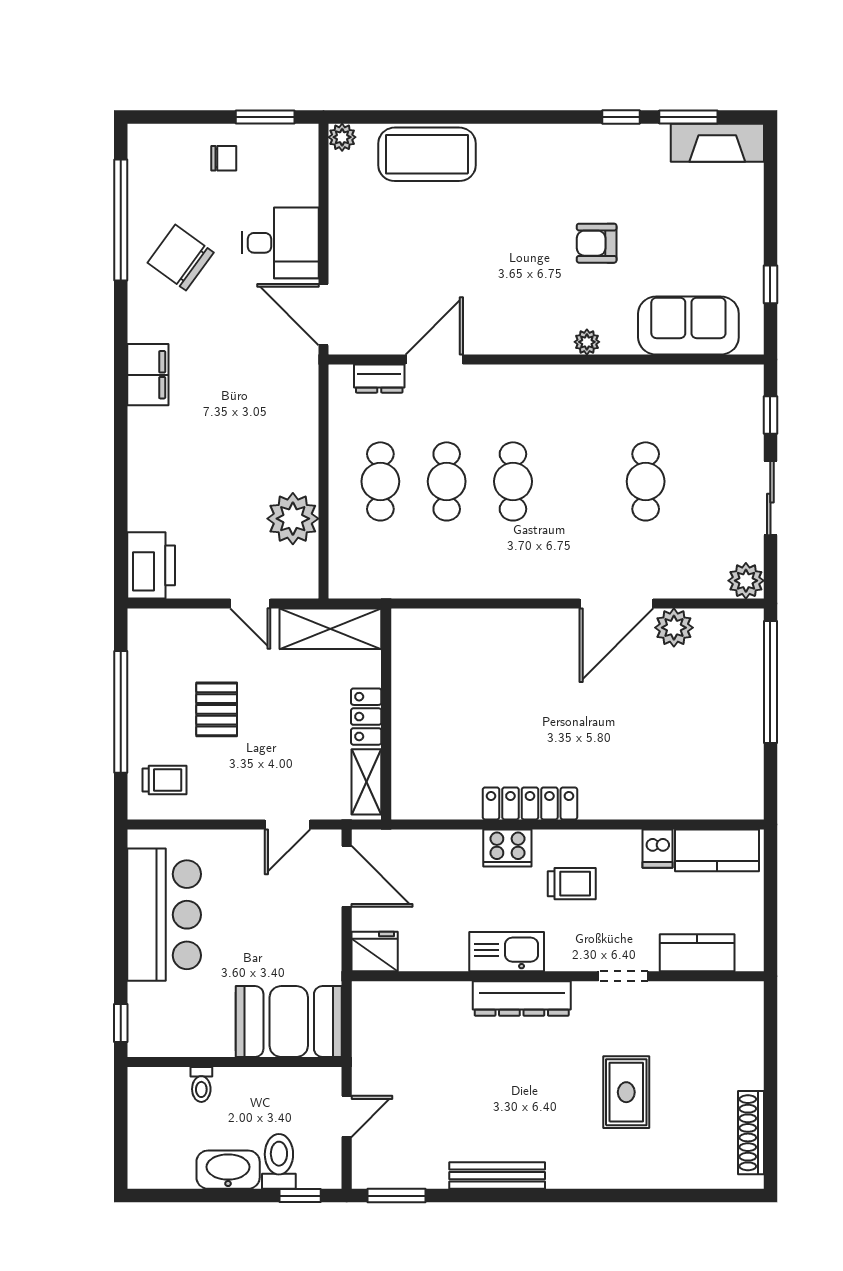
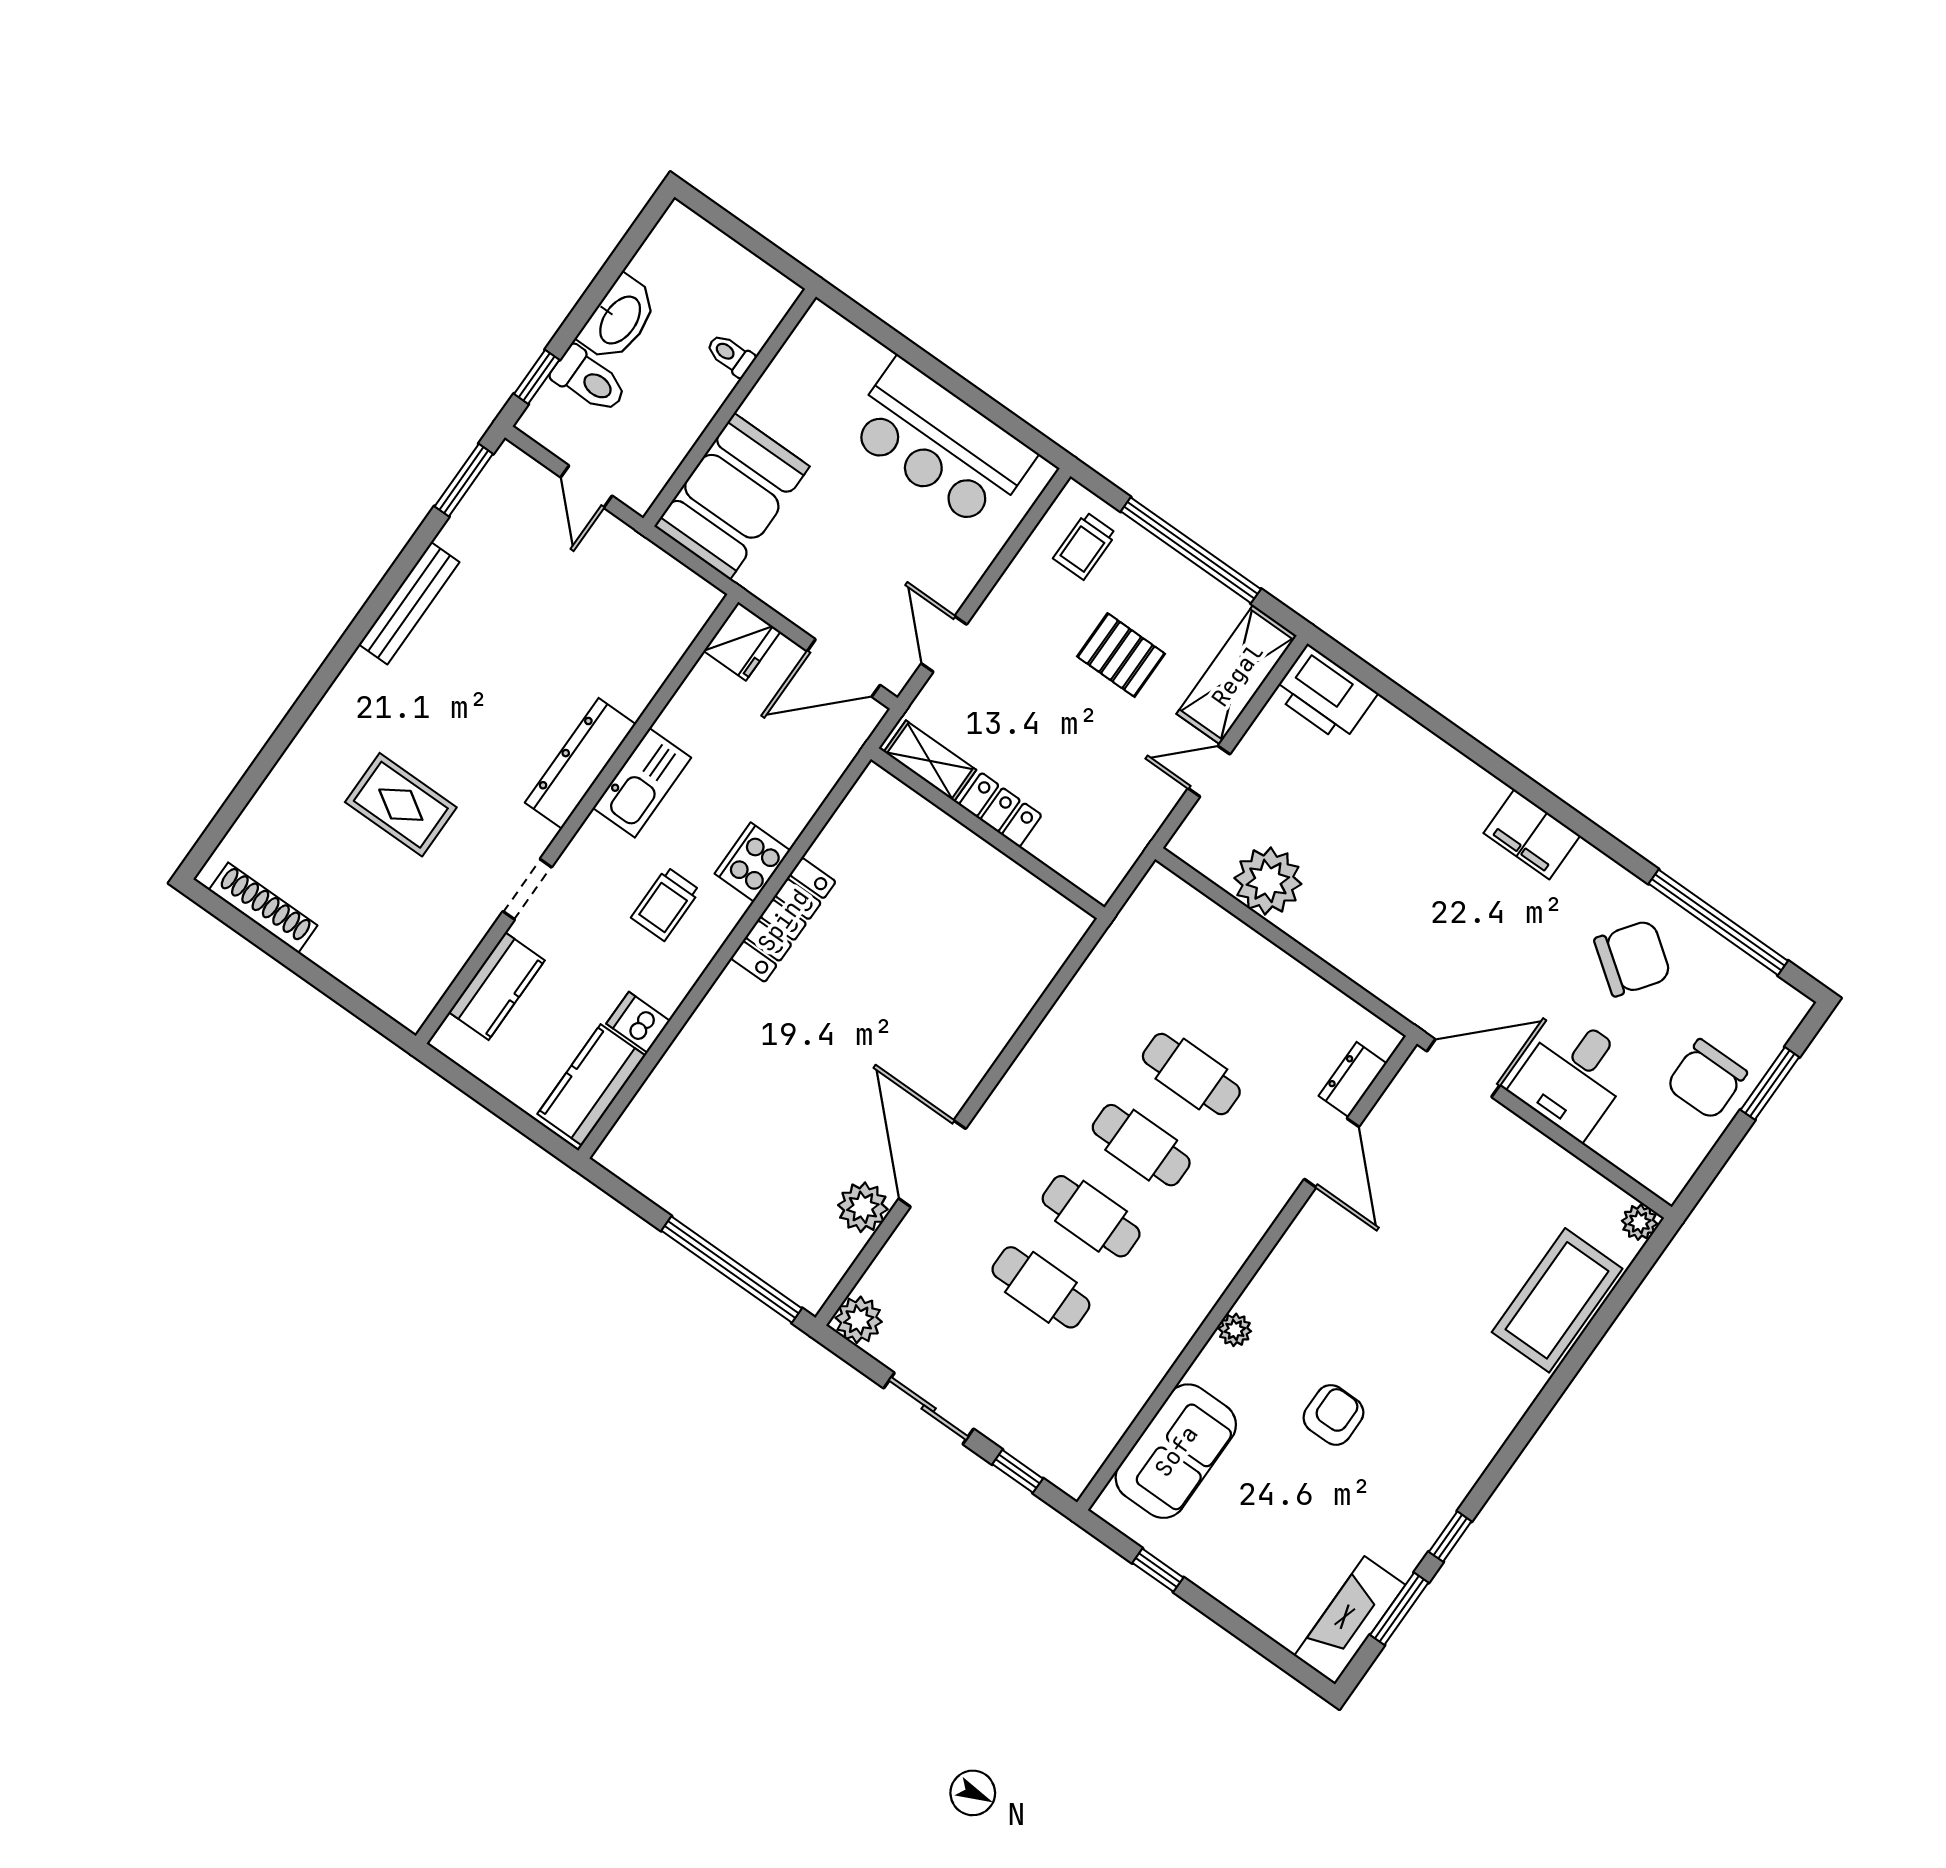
window: (265, 117) -> (1770, 1083), moved
chair: (224, 158) -> (1707, 1079), width x1.87, depth x1.87
cafe table: (380, 481) -> (1091, 1216), moved
shelving: (330, 629) -> (1237, 675), moved
window: (121, 1023) -> (857, 315), removed

